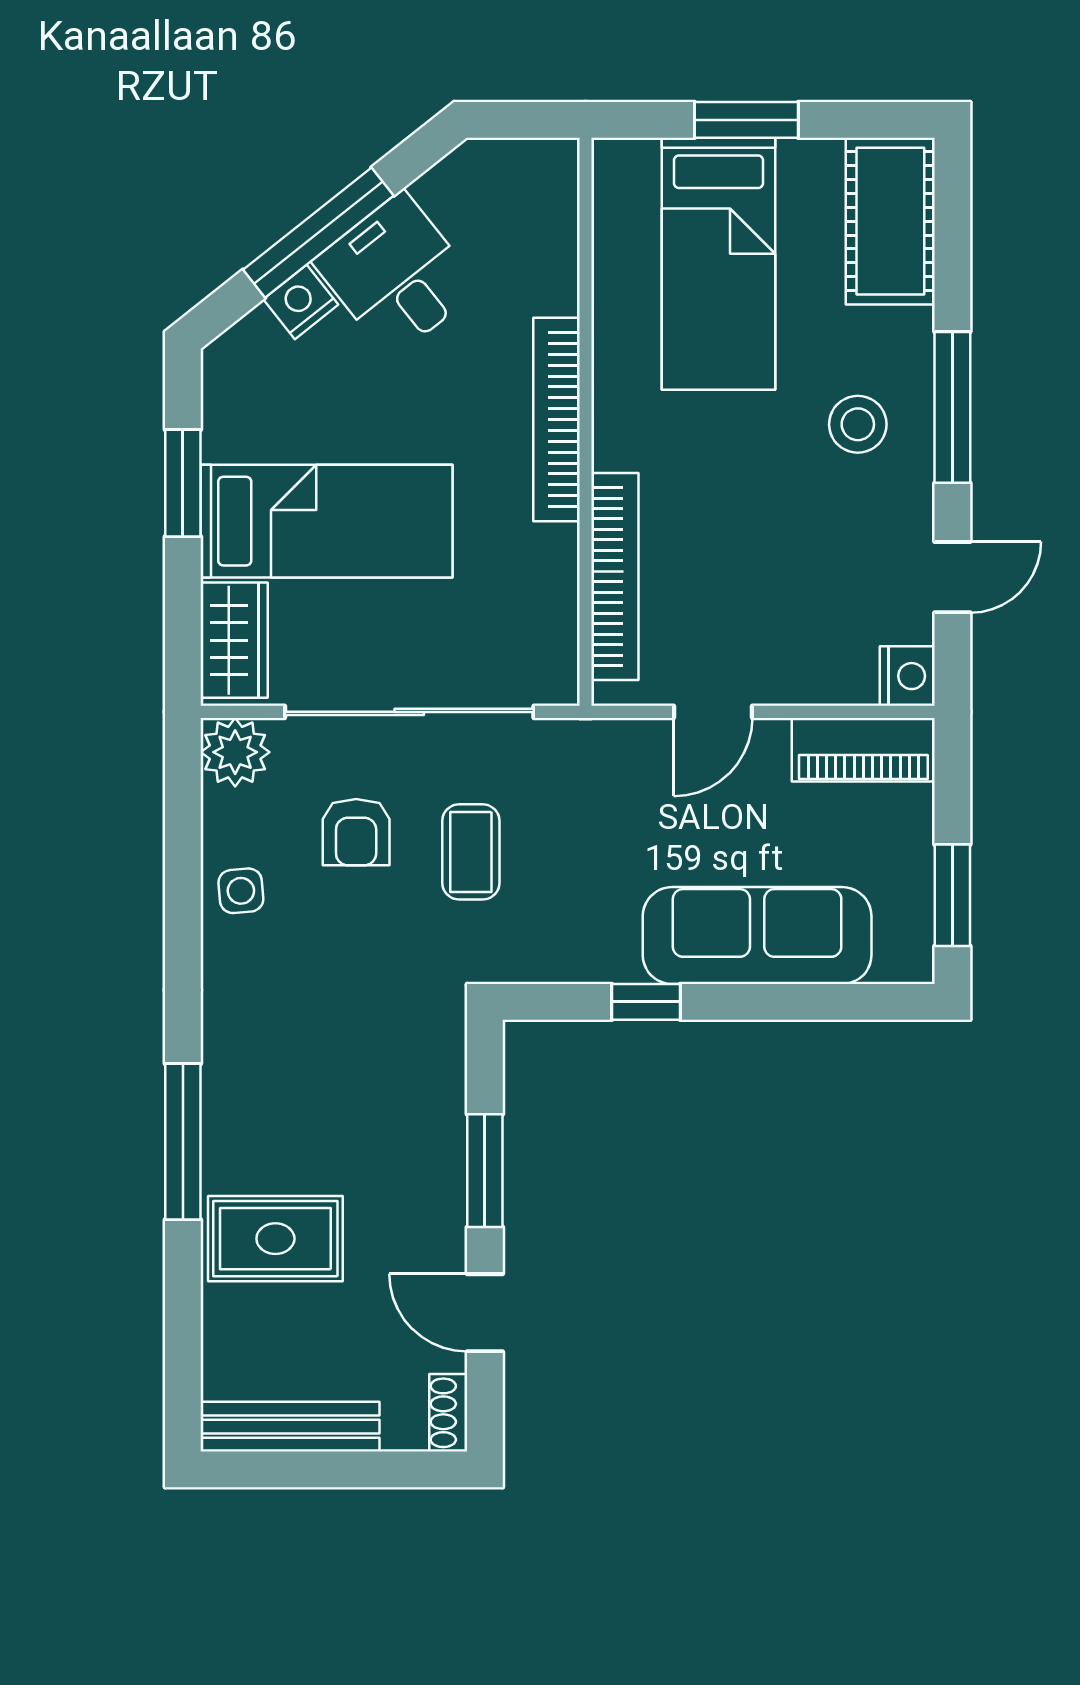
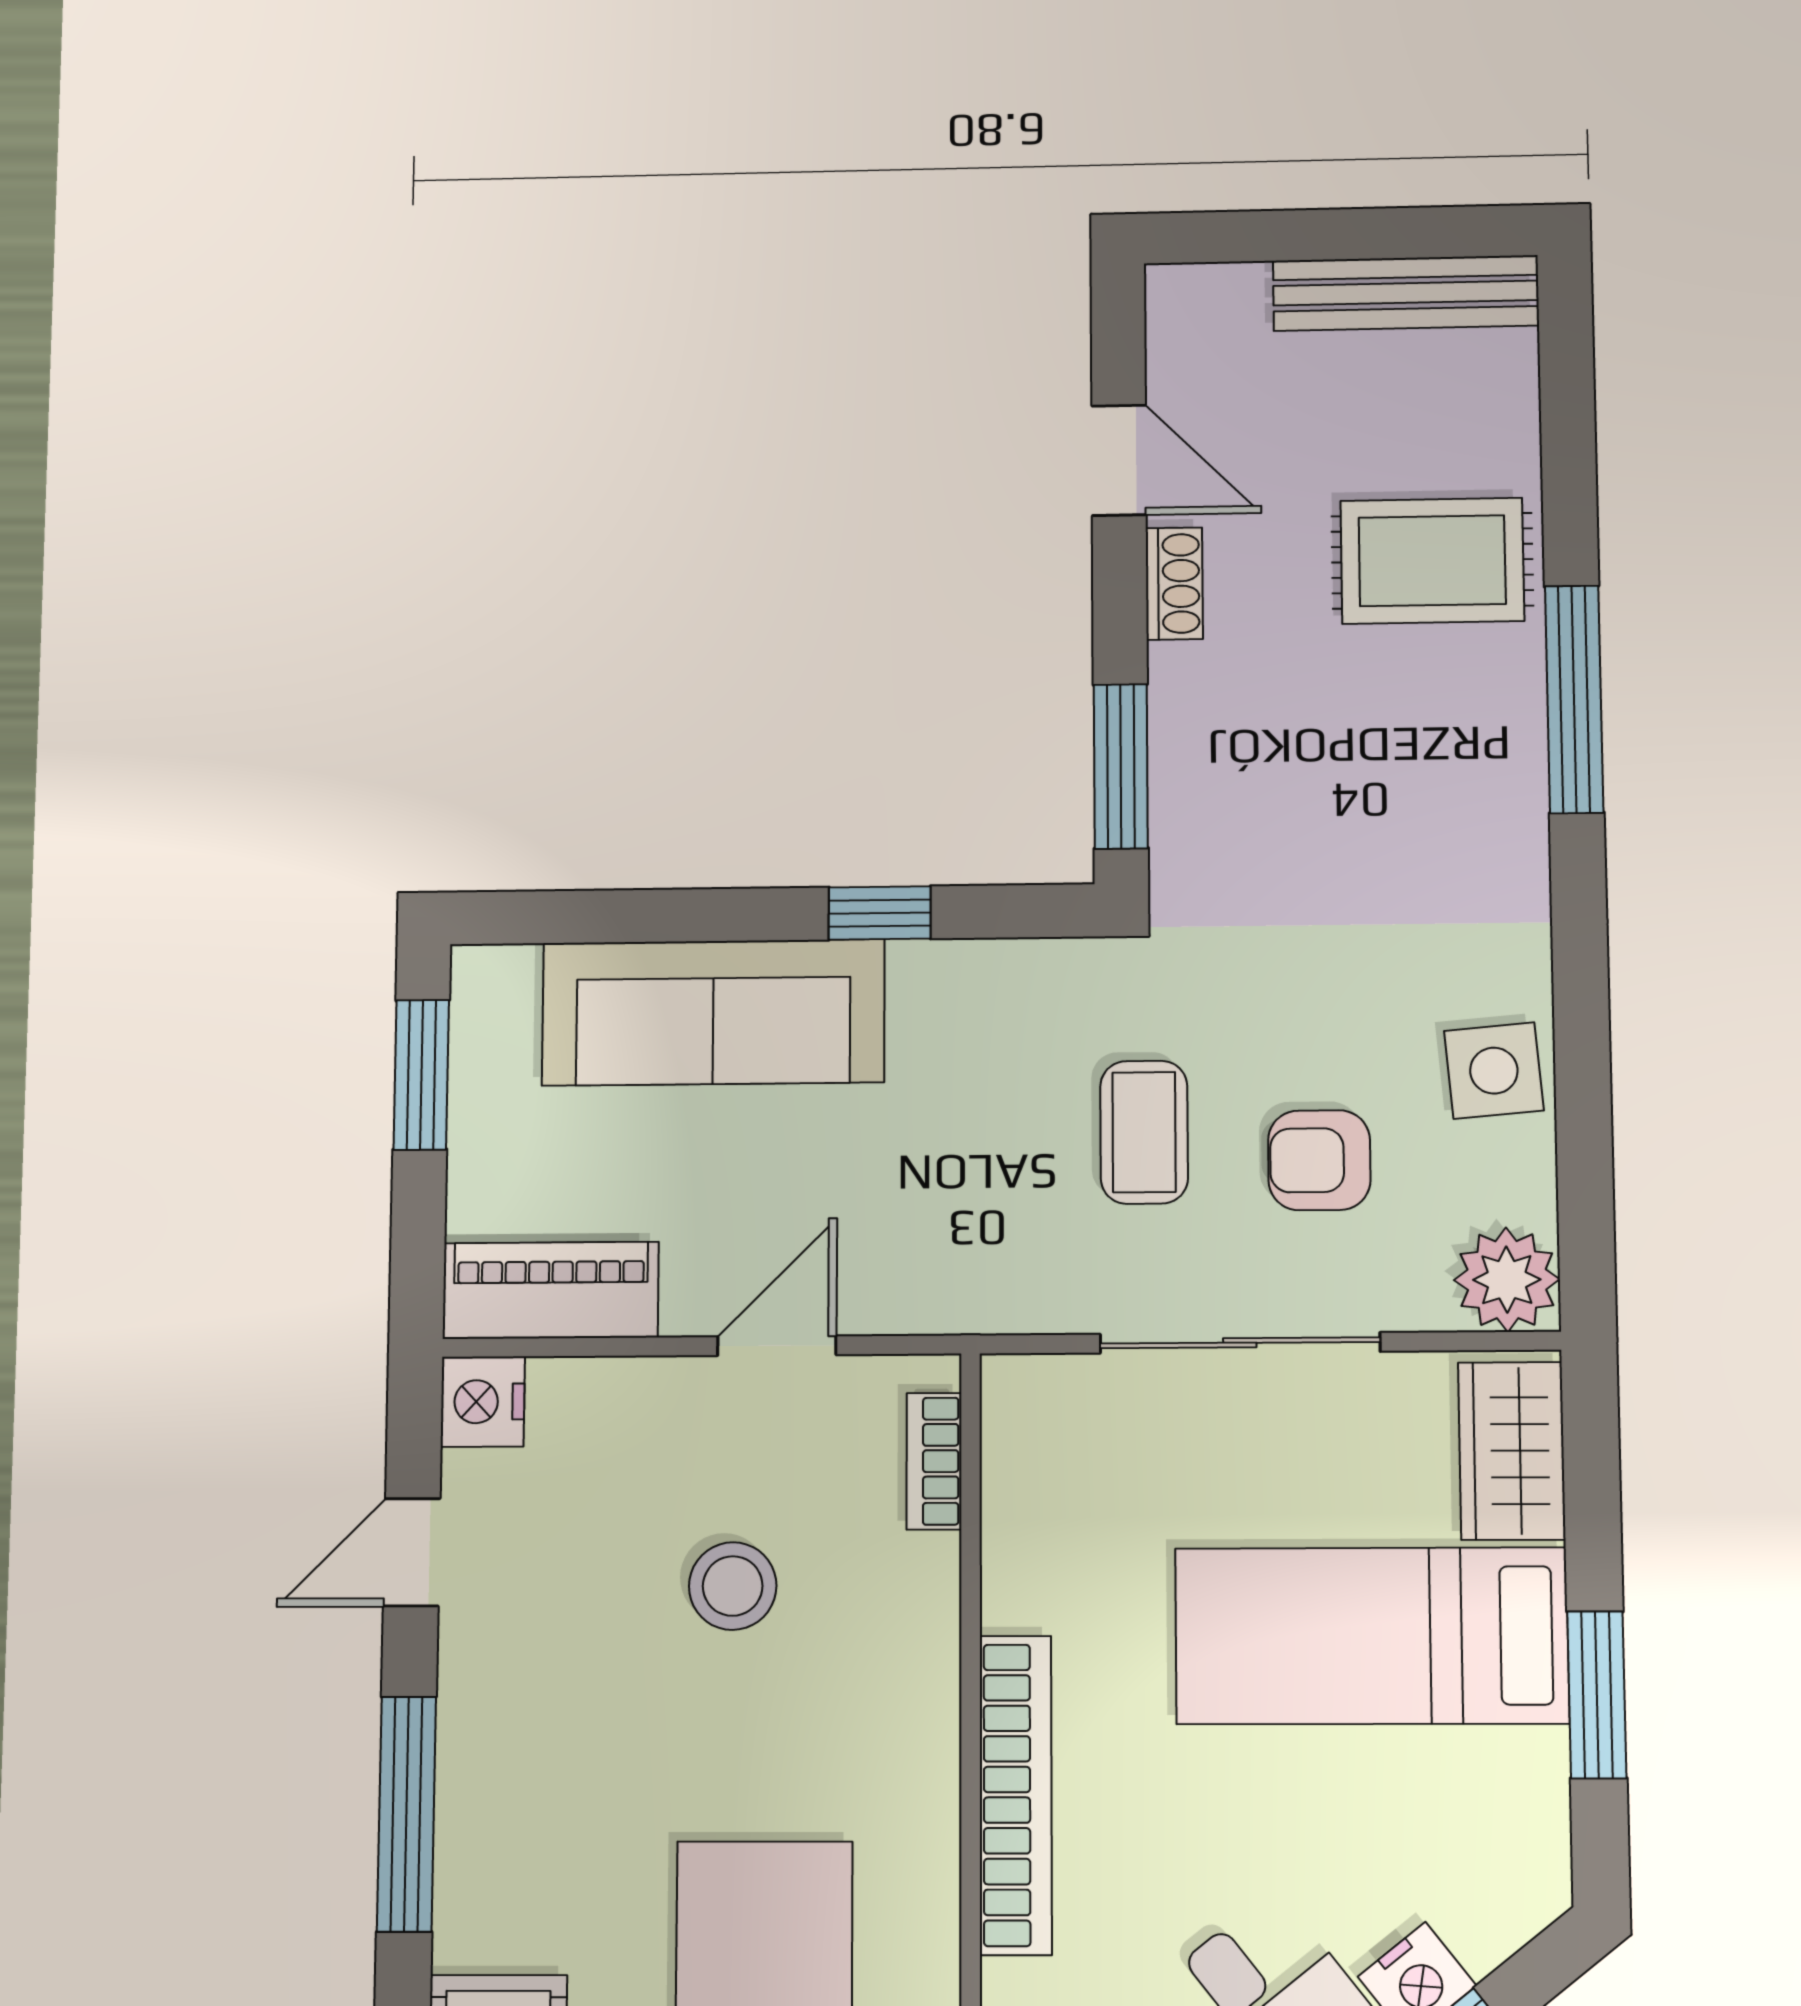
stool: (858, 424) -> (733, 1586), moved
bookcase: (615, 577) -> (934, 1461), width x0.43, depth x0.76
sliding door: (409, 712) -> (1240, 1343), width x0.73
armchair: (356, 832) -> (1319, 1160), turned -90
side table: (241, 891) -> (1494, 1071), width x1.37, depth x1.37
window: (485, 1171) -> (1121, 766), moved
shoe rack: (448, 1413) -> (1174, 584), moved

